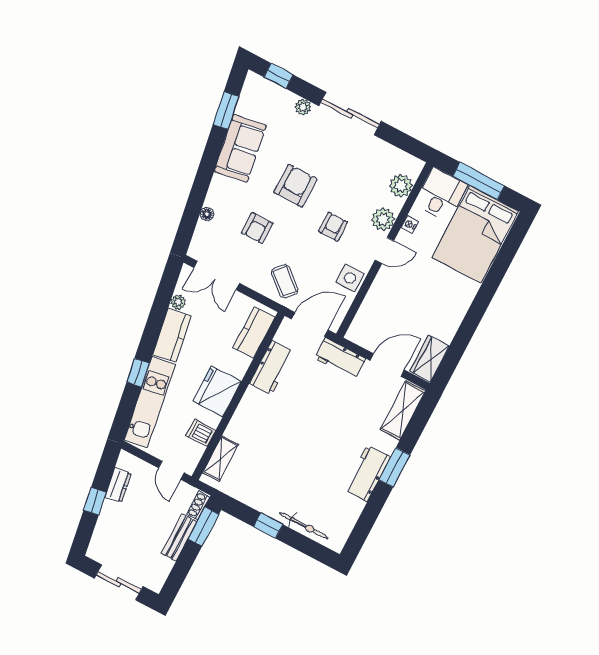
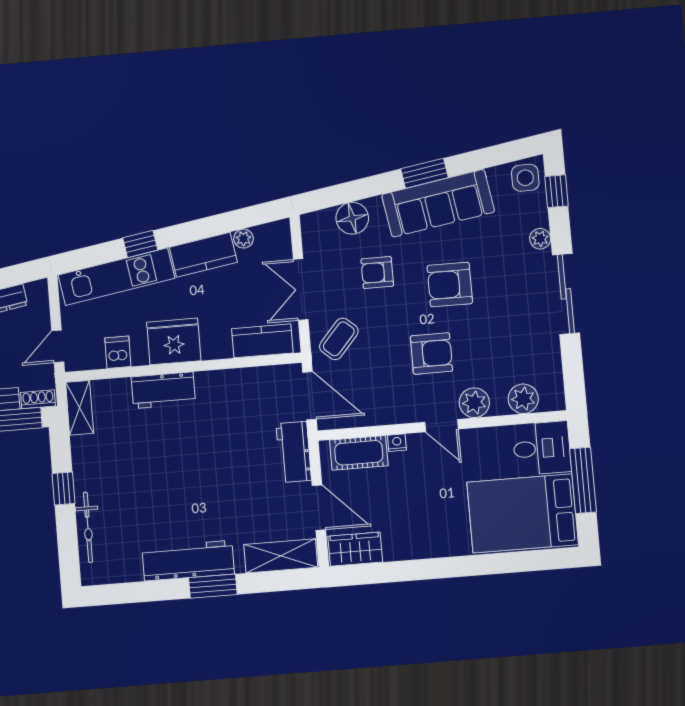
window: (226, 110) -> (424, 173), moved
sofa: (240, 148) -> (438, 203), width x1.36
armchair: (295, 186) -> (450, 284), turned 180
floor lamp: (207, 214) -> (352, 218), width x1.89, depth x1.89
nightstand: (410, 225) -> (397, 443), moved
armchair: (333, 227) -> (431, 353), width x1.38, depth x1.38
double door: (217, 276) -> (301, 290), moved
side table: (350, 278) -> (525, 178), moved
cot: (368, 316) -> (359, 453), added
workbench: (272, 368) -> (163, 390), moved
shelving: (220, 459) -> (80, 408), moved, turned 90
workbench: (368, 473) -> (188, 561), width x1.38

